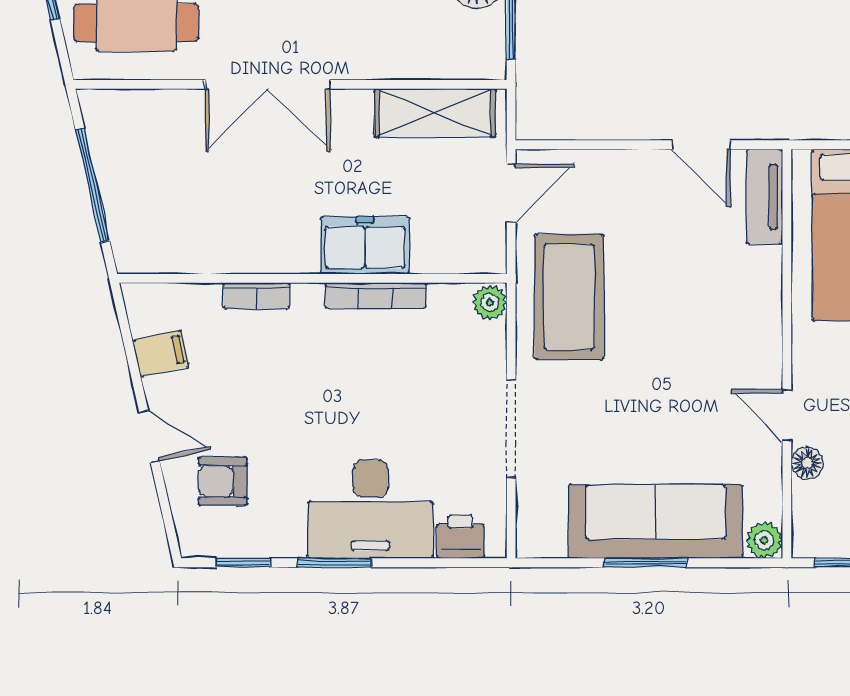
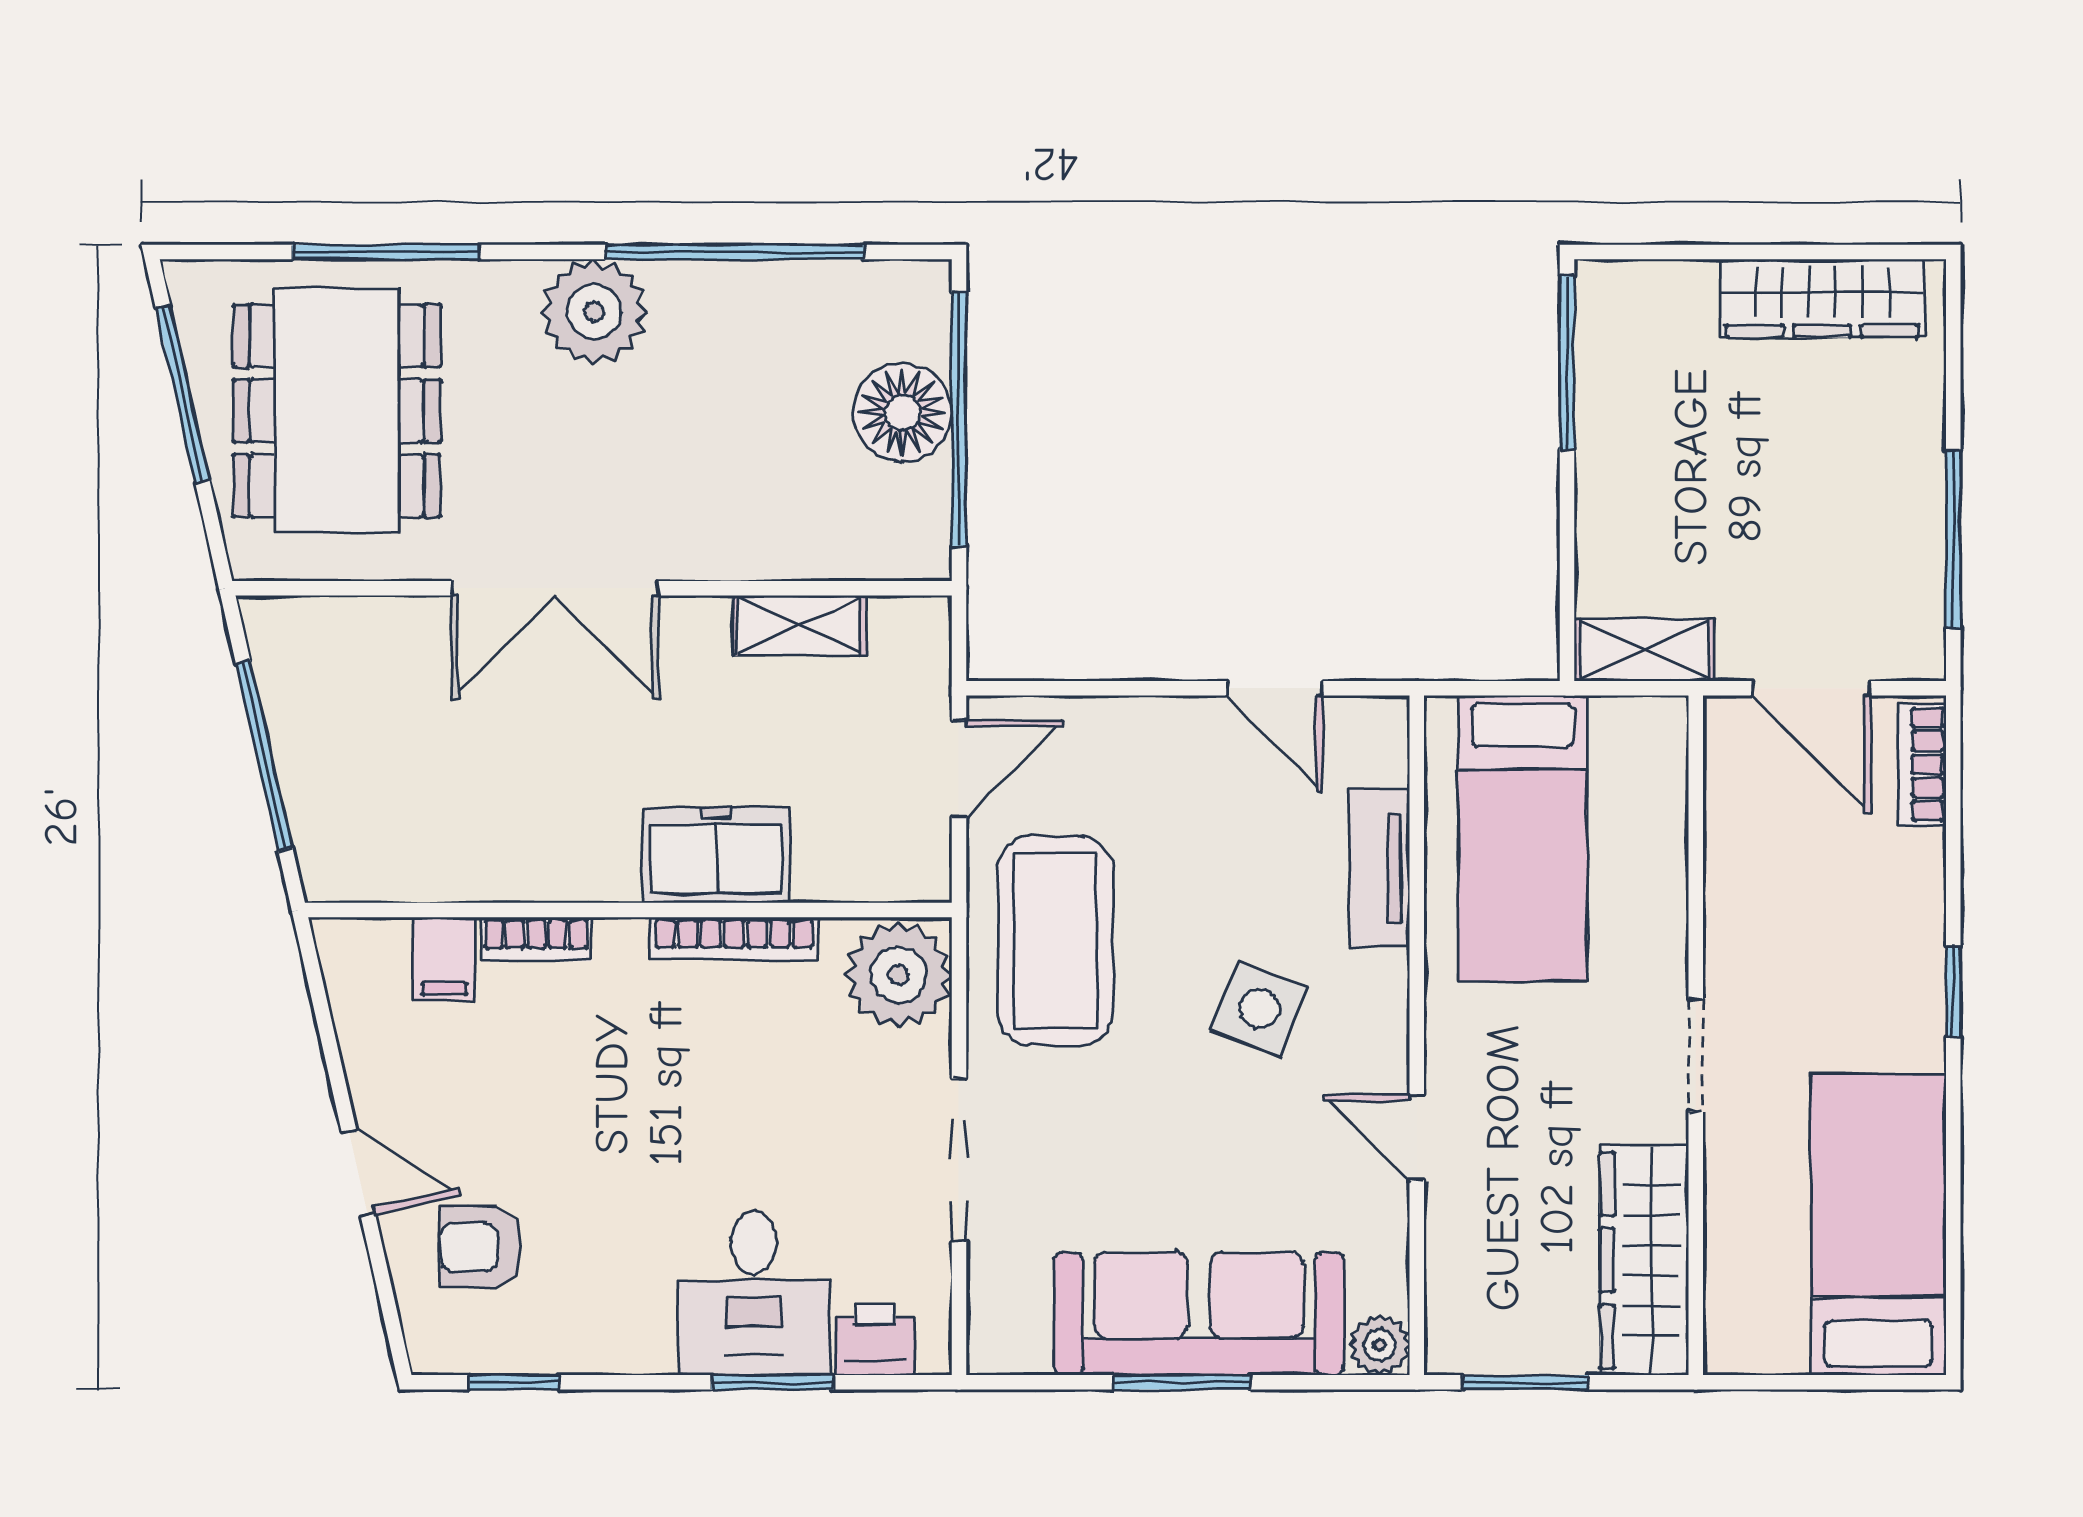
shelving: (435, 113) -> (799, 625), width x0.67, depth x0.75
tv unit: (764, 197) -> (1379, 868), moved
plant: (490, 302) -> (899, 975), width x1.87, depth x1.87
side table: (692, 337) -> (1259, 1008), added
filing cabinet: (161, 354) -> (444, 959), moved, turned 103
floor lamp: (807, 463) -> (1450, 1217), removed
desk: (370, 509) -> (754, 1293), width x0.73
window: (334, 563) -> (773, 1382), moved

